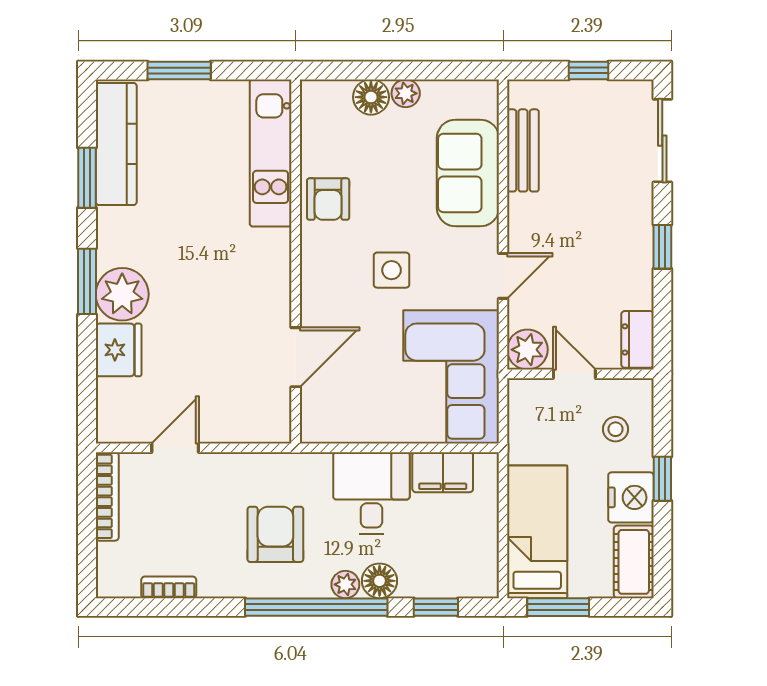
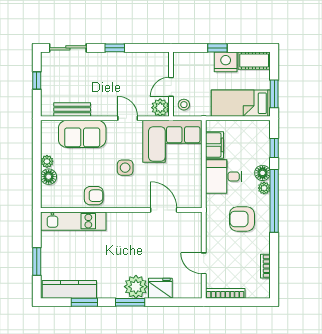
dresser: (637, 339) -> (156, 59), removed
stool: (616, 429) -> (184, 105), moved

